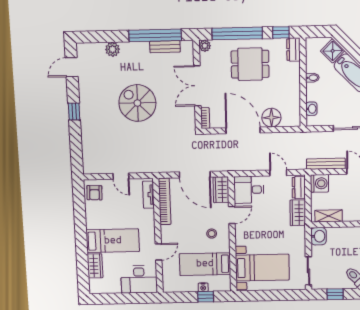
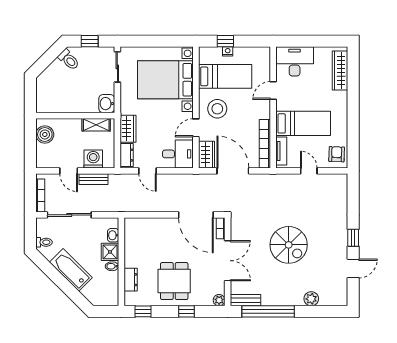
window: (237, 33) -> (187, 311), width x0.32
bench: (165, 47) -> (245, 300), moved
dresser: (293, 50) -> (131, 280), moved
shower: (333, 51) -> (110, 252), moved, turned 45
dining table: (250, 64) -> (174, 281), turned 90
door: (72, 67) -> (353, 269), moved
floor lamp: (271, 118) -> (154, 227), removed
door: (243, 130) -> (196, 215), moved
bench: (326, 164) -> (94, 179), width x0.73
washing machine: (319, 183) -> (93, 159), moved, turned 90
stool: (212, 234) -> (217, 109), width x1.89, depth x1.89
bed: (113, 241) -> (303, 123), moved, turned 180
wardrobe: (95, 266) -> (340, 70), width x1.50
bed with nightstands: (262, 268) -> (165, 80), width x1.36

